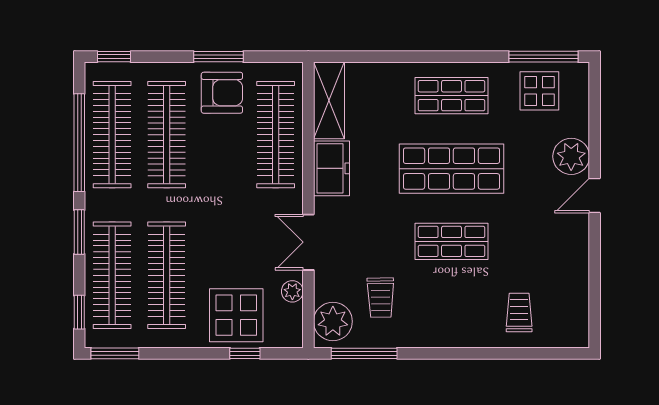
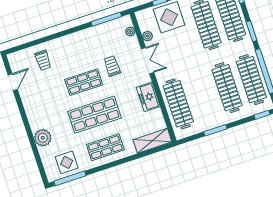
armchair: (222, 93) -> (208, 115), removed
shelving: (329, 100) -> (152, 141), moved, turned 90
door: (595, 196) -> (13, 82), moved
trolley: (381, 298) -> (112, 66), moved
plant: (333, 321) -> (130, 31), width x0.53, depth x0.53

